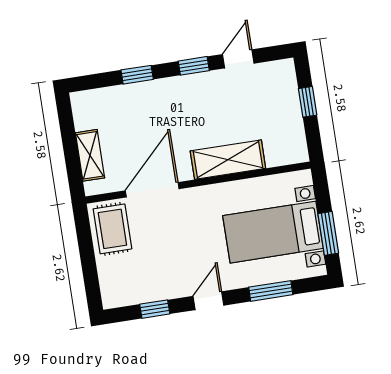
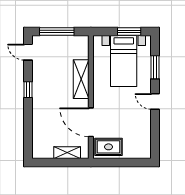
door: (238, 59) -> (28, 52), moved
window: (137, 75) -> (28, 121), removed
window: (308, 102) -> (57, 32), width x2.17
window: (155, 309) -> (155, 131), removed

